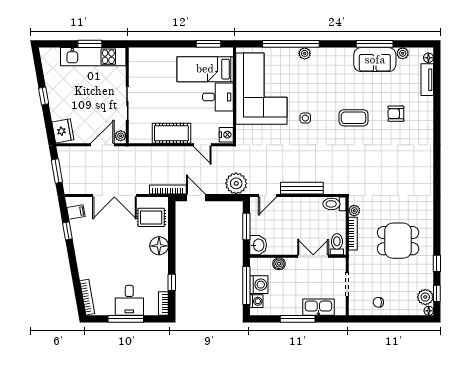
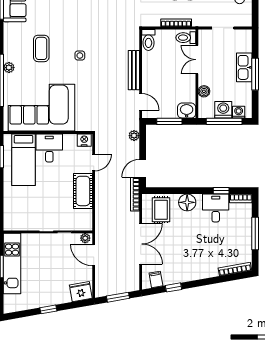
side table: (305, 118) -> (80, 56), moved
coffee table: (354, 118) -> (41, 48), moved
plant: (236, 183) -> (134, 136), width x0.53, depth x0.53
plant: (354, 211) -> (155, 22), removed
desk: (129, 300) -> (216, 208), moved, turned -90
kitchen sink: (318, 307) -> (244, 67), moved

